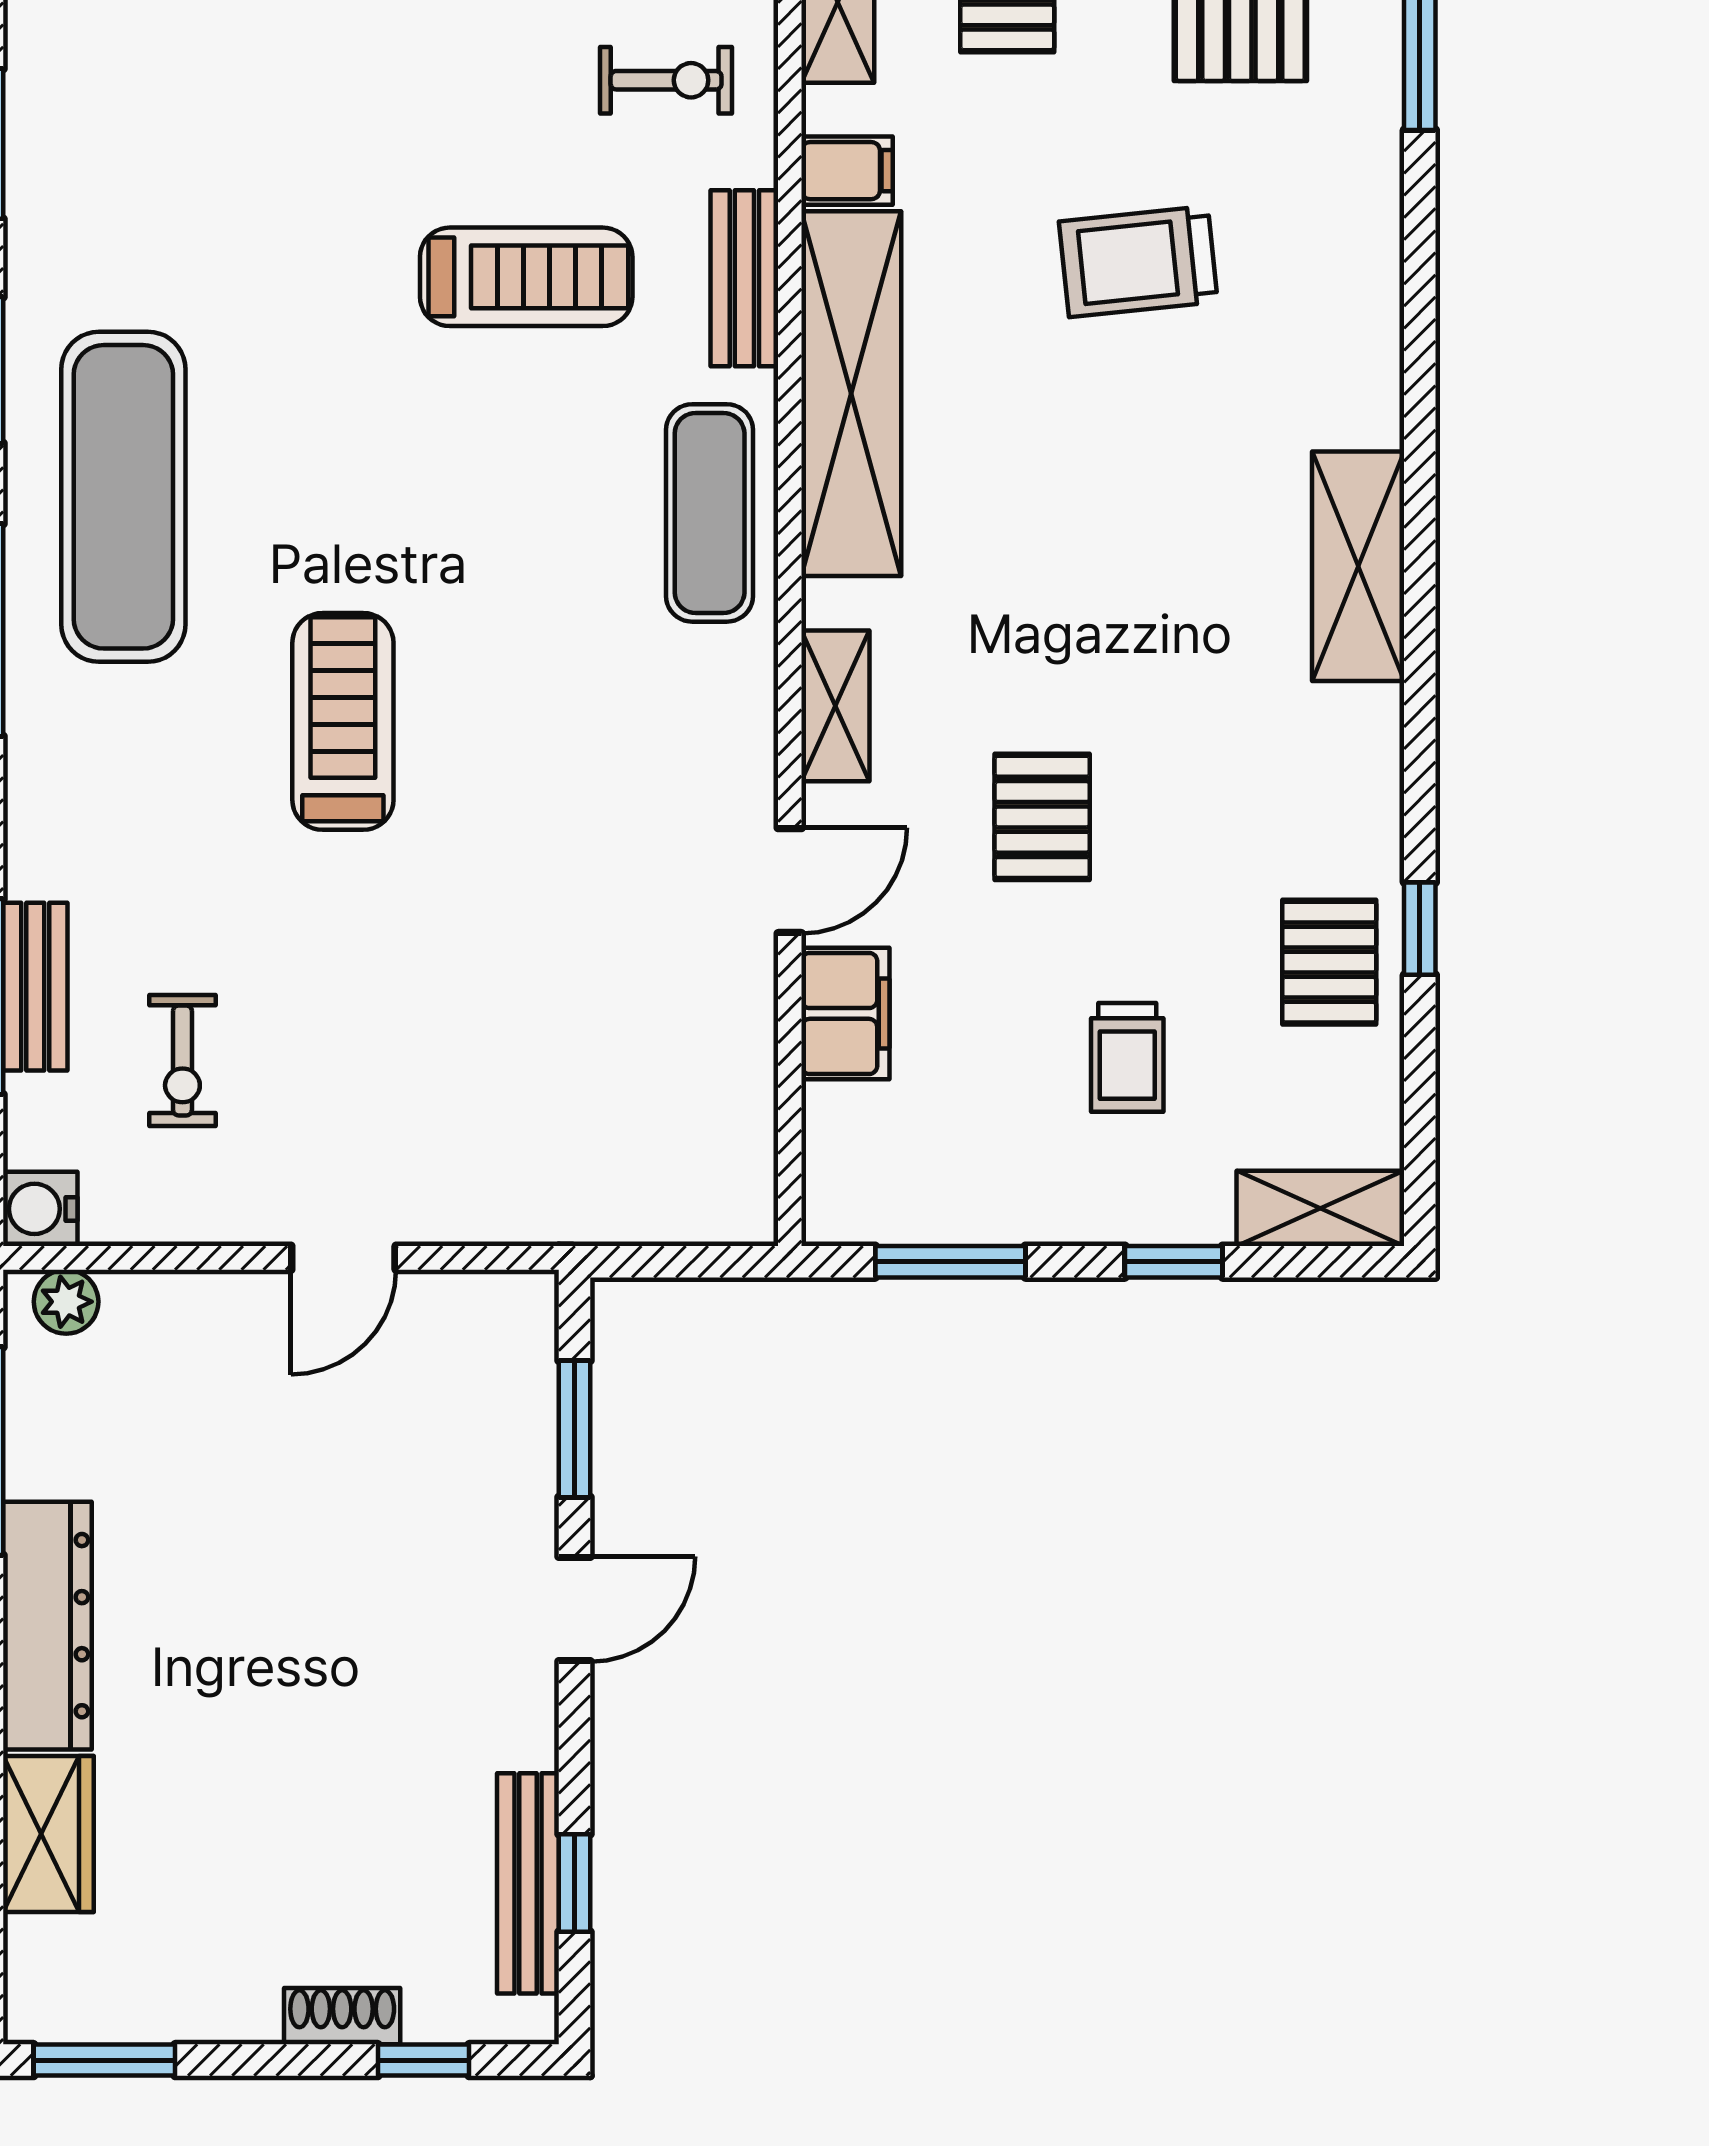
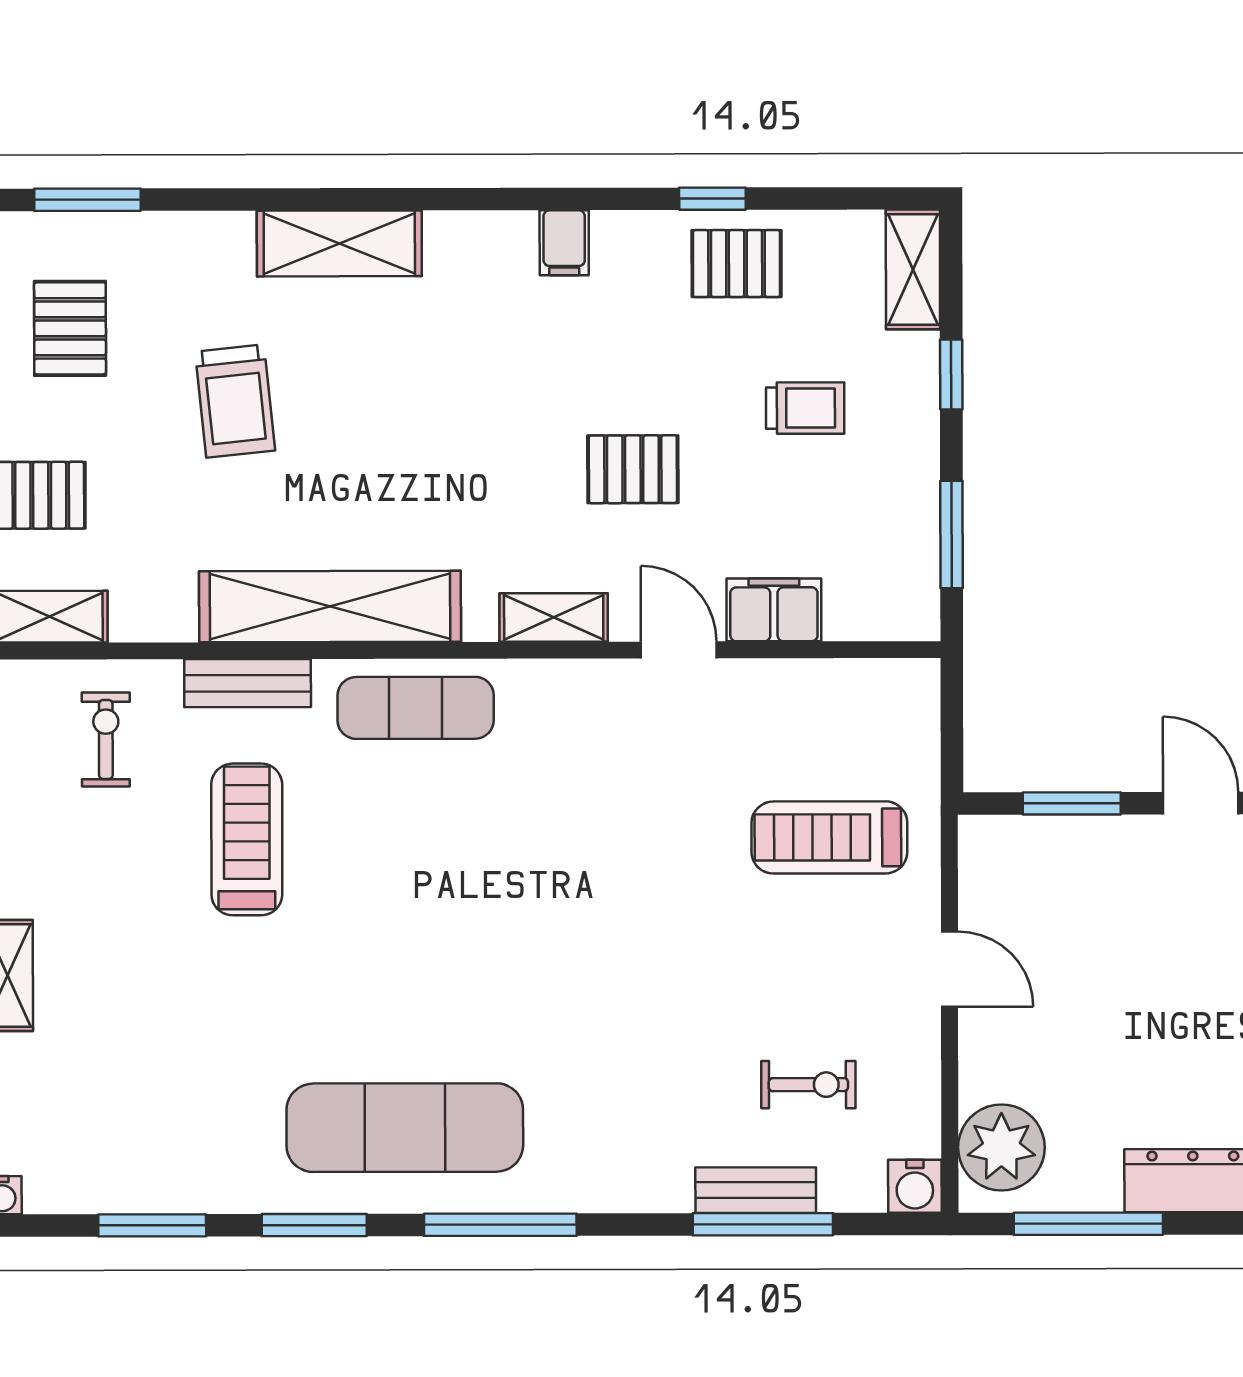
filing cabinet: (847, 171) -> (564, 243), moved, turned 180
shelving: (1358, 566) -> (339, 243), moved
treadmill: (343, 721) -> (829, 837), moved
plant: (66, 1302) -> (1001, 1147), width x1.87, depth x1.87

